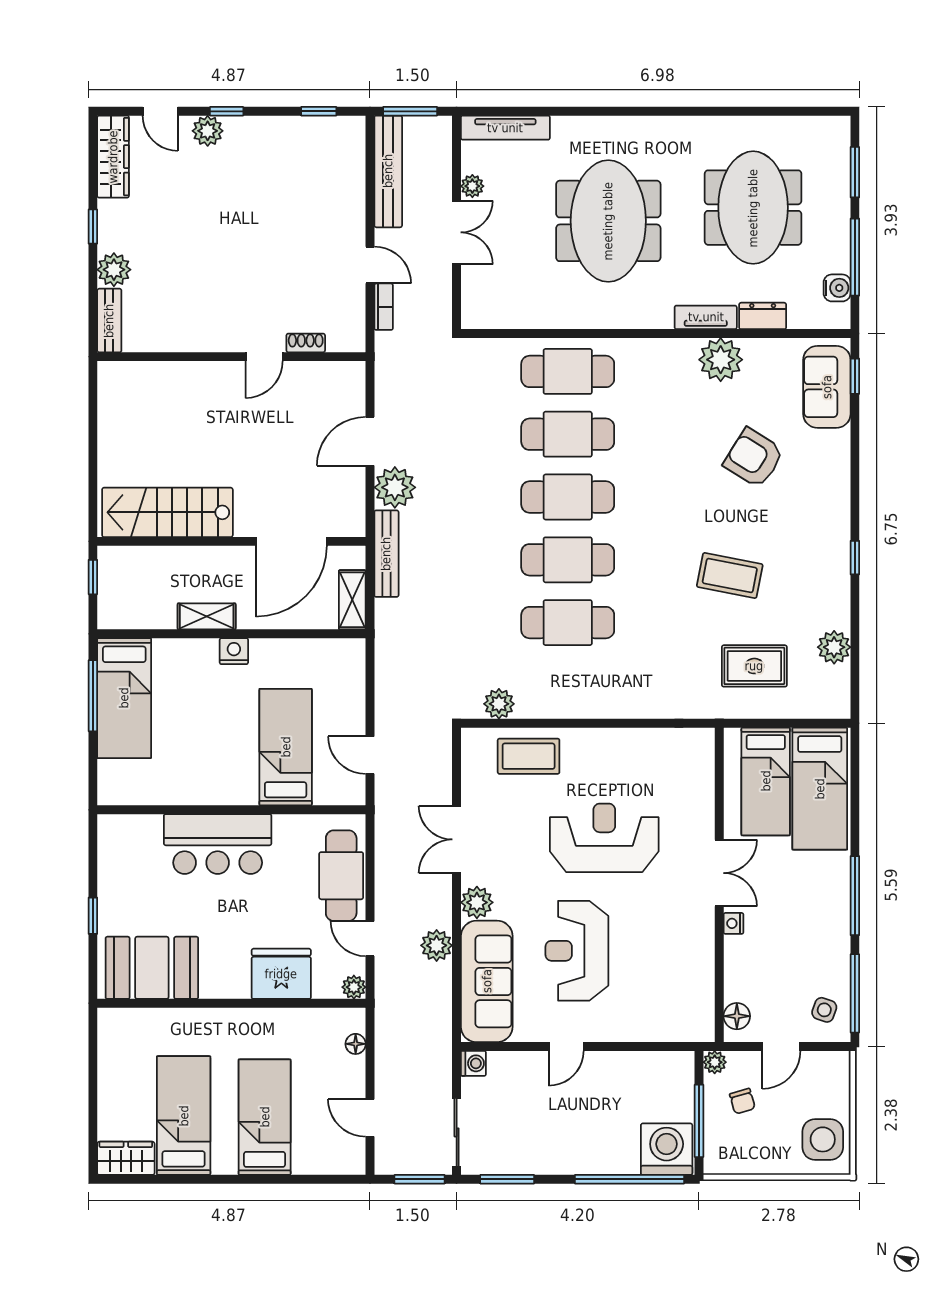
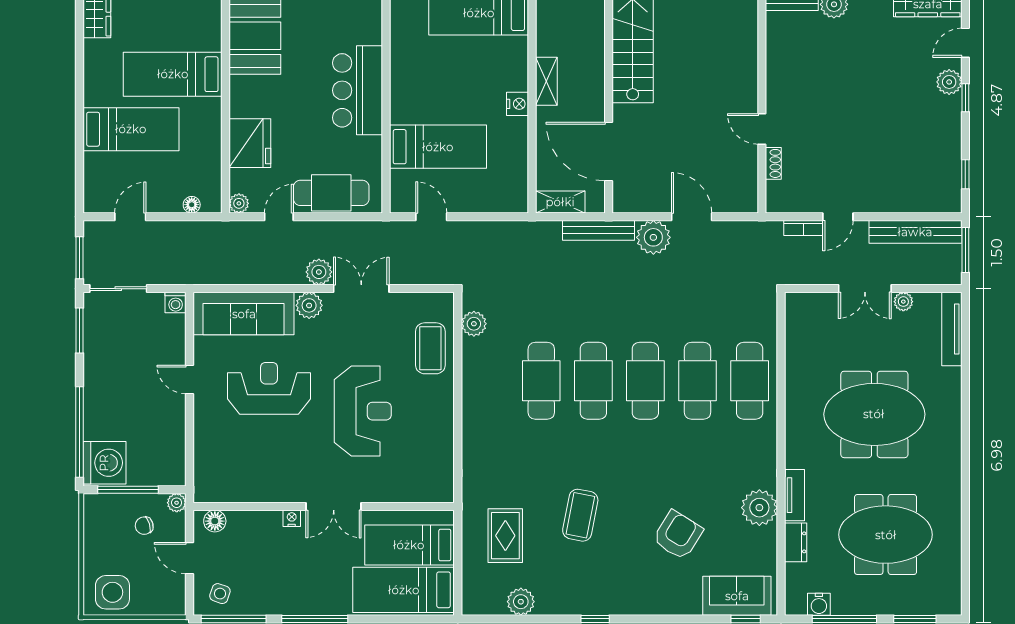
door: (370, 755) -> (431, 217), hinge flipped
plant: (437, 945) -> (319, 272), moved
bed: (184, 1116) -> (173, 74), moved, turned 180

